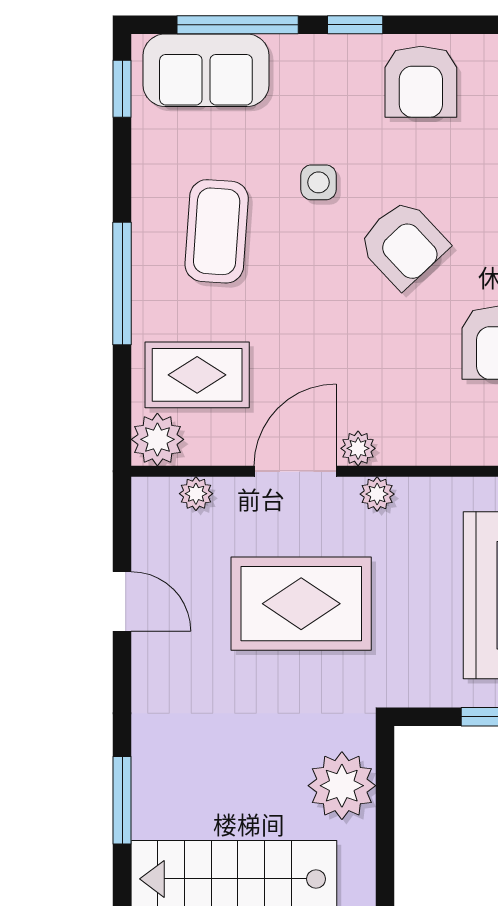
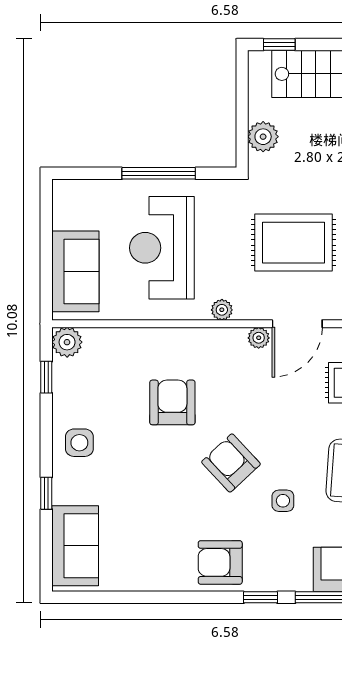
armchair: (421, 82) -> (220, 562), turned -90
plant: (377, 494) -> (222, 310), moved
plant: (342, 786) -> (263, 137), width x0.73, depth x0.73

